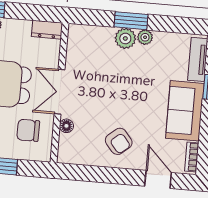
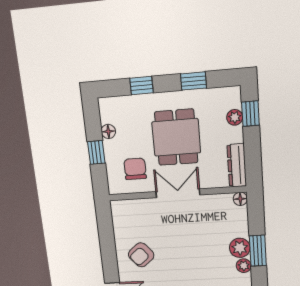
dresser: (47, 30) -> (237, 165), width x1.44
floor lamp: (66, 126) -> (240, 199), moved

